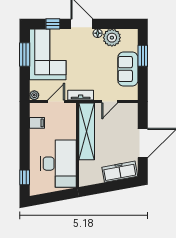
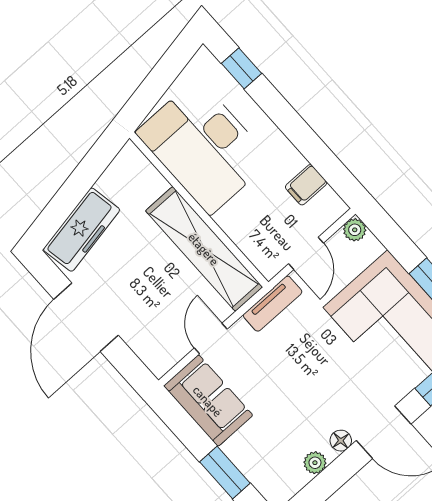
plant: (112, 38) -> (315, 463), width x0.53, depth x0.53
sofa: (128, 69) -> (208, 401), moved

